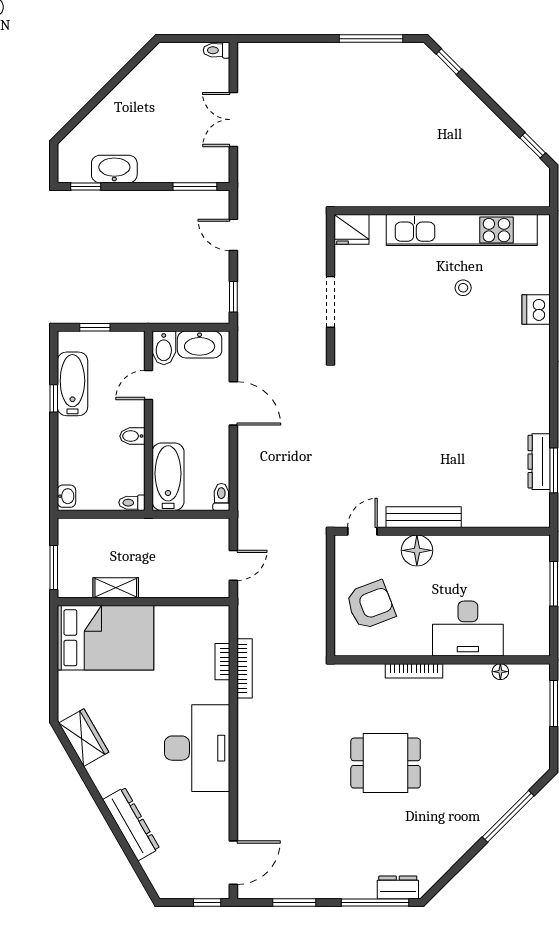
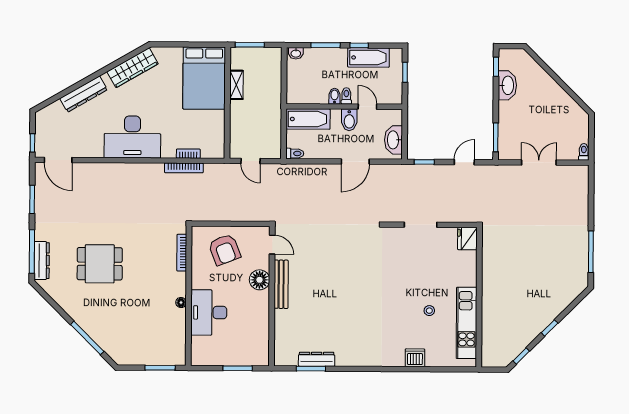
window: (449, 62) -> (550, 328), moved
kitchen unit: (462, 230) -> (467, 323), width x0.73
bidet: (164, 348) -> (349, 120), moved, turned -90
window: (54, 450) -> (326, 45), added
toilet: (132, 503) -> (346, 96), moved
bookcase: (414, 671) -> (182, 253), moved
floor lamp: (500, 672) -> (181, 303), moved
wardrobe: (84, 738) -> (133, 68), width x1.50
dining table: (386, 763) -> (100, 264), moved, turned 90
dresser: (398, 887) -> (42, 261), width x1.44

